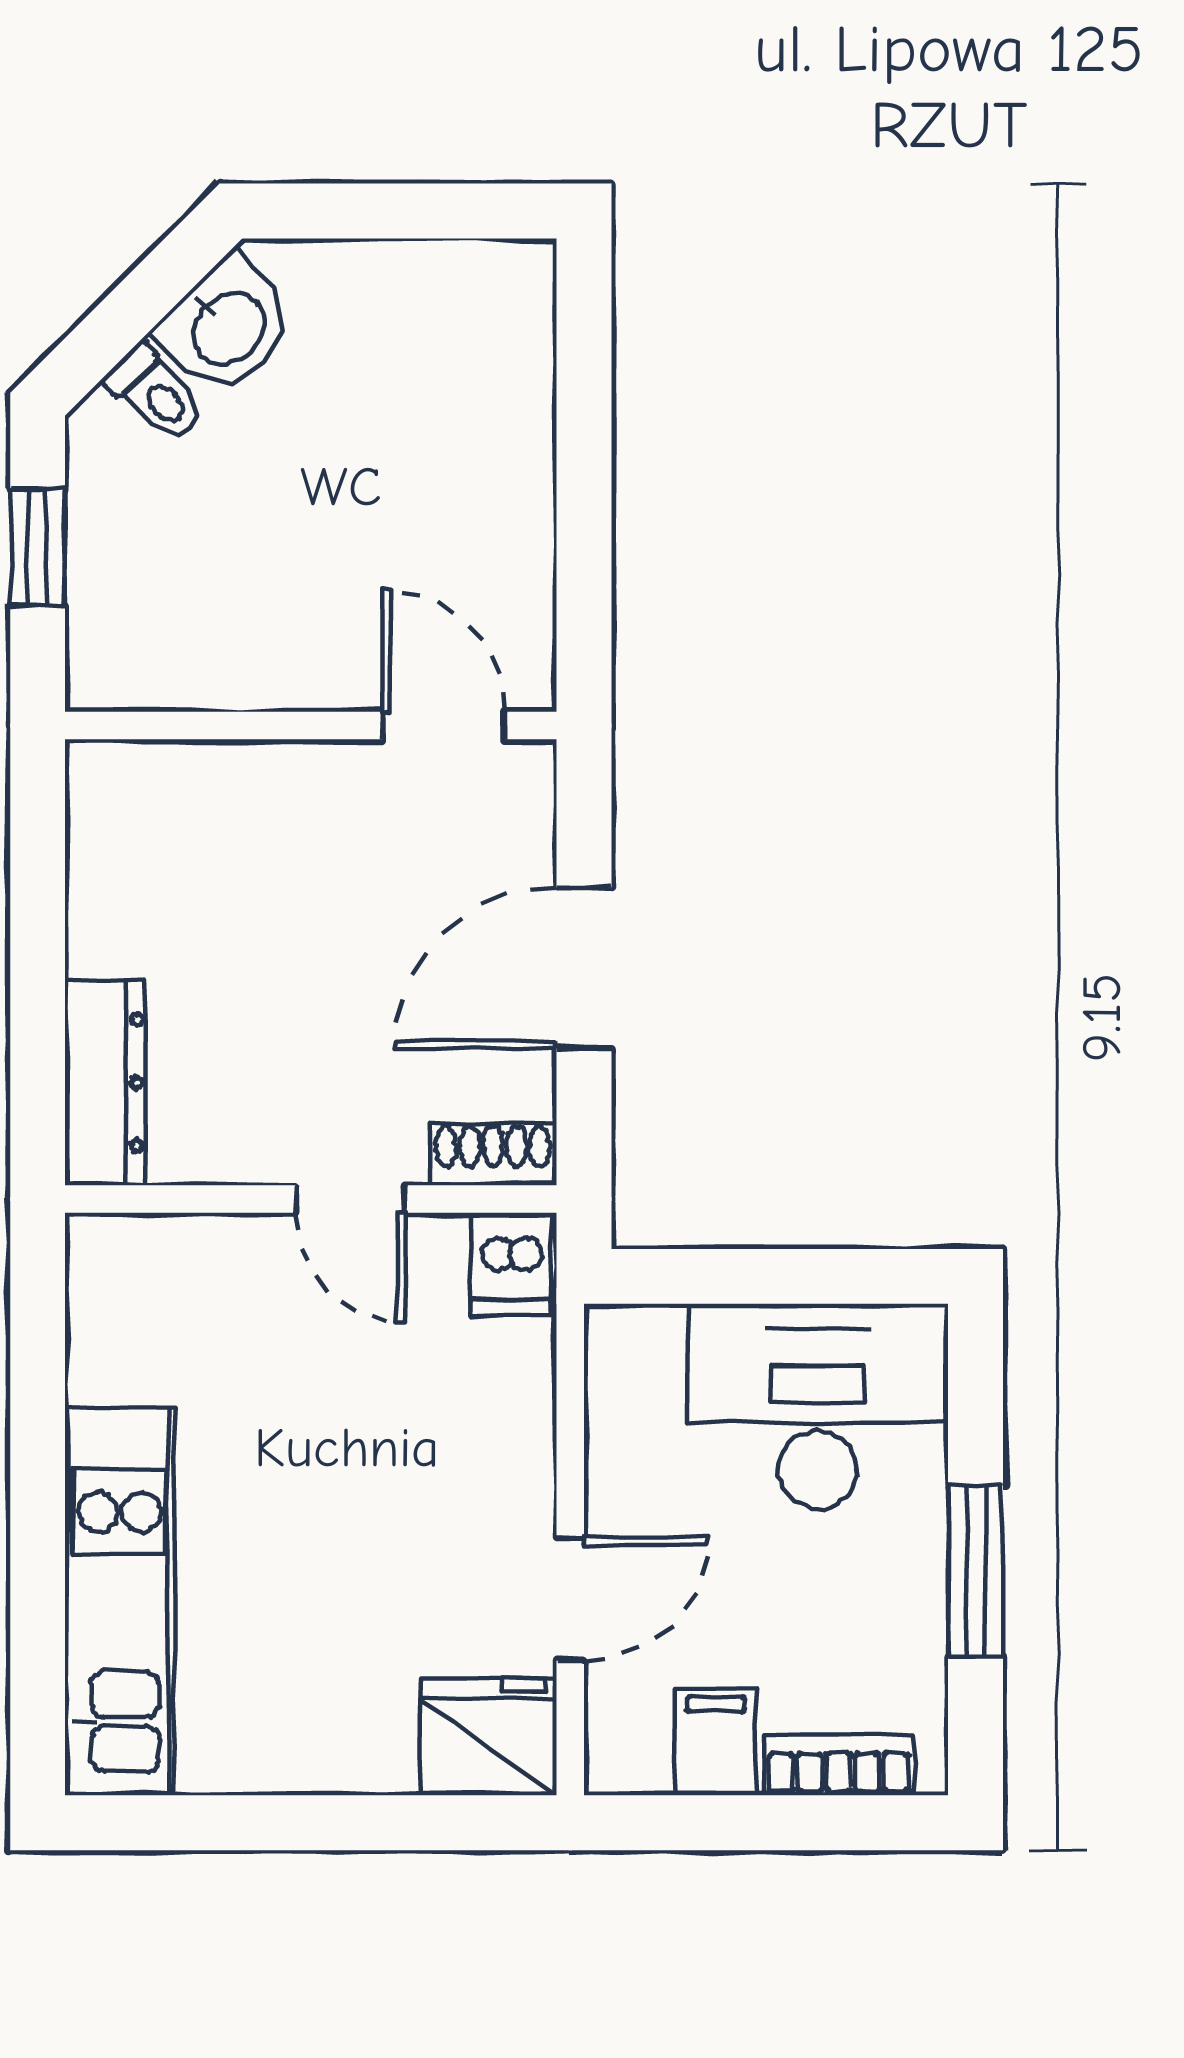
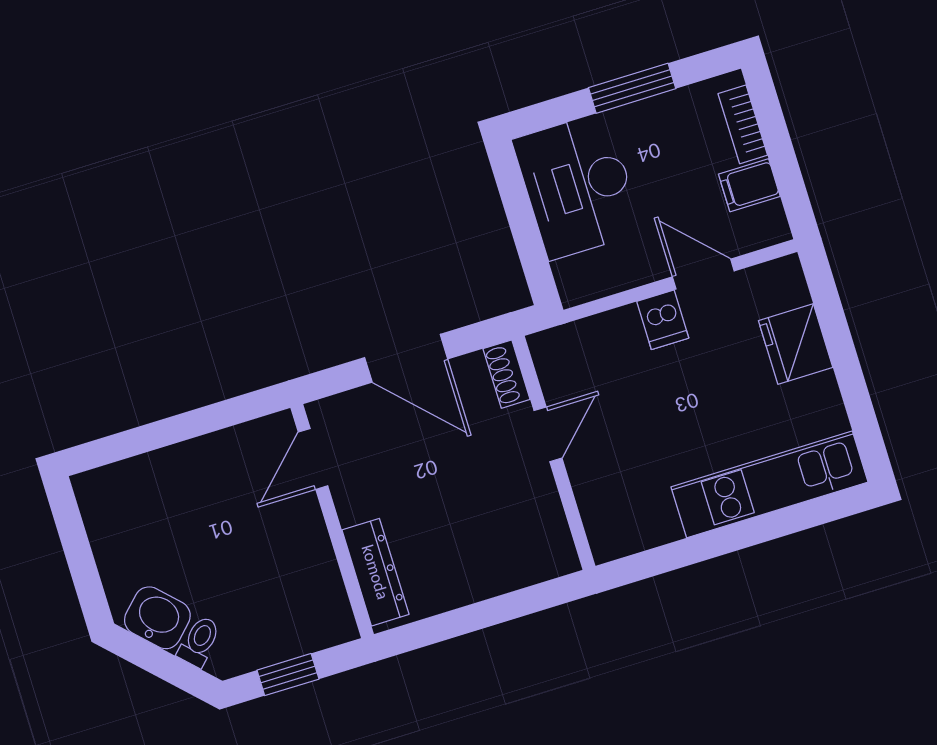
dresser: (105, 1083) -> (375, 572), moved, turned 90
dishwasher: (511, 1264) -> (663, 320), moved, turned 90
fridge: (488, 1737) -> (796, 344), moved

